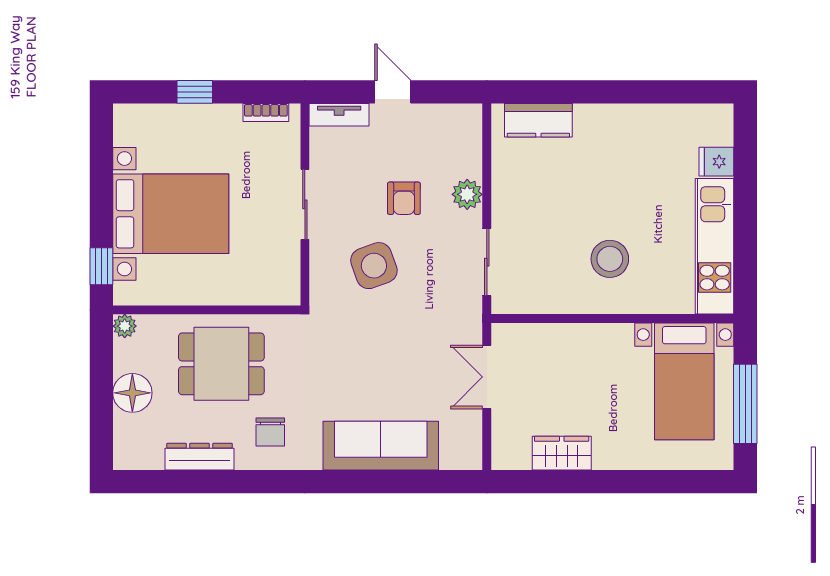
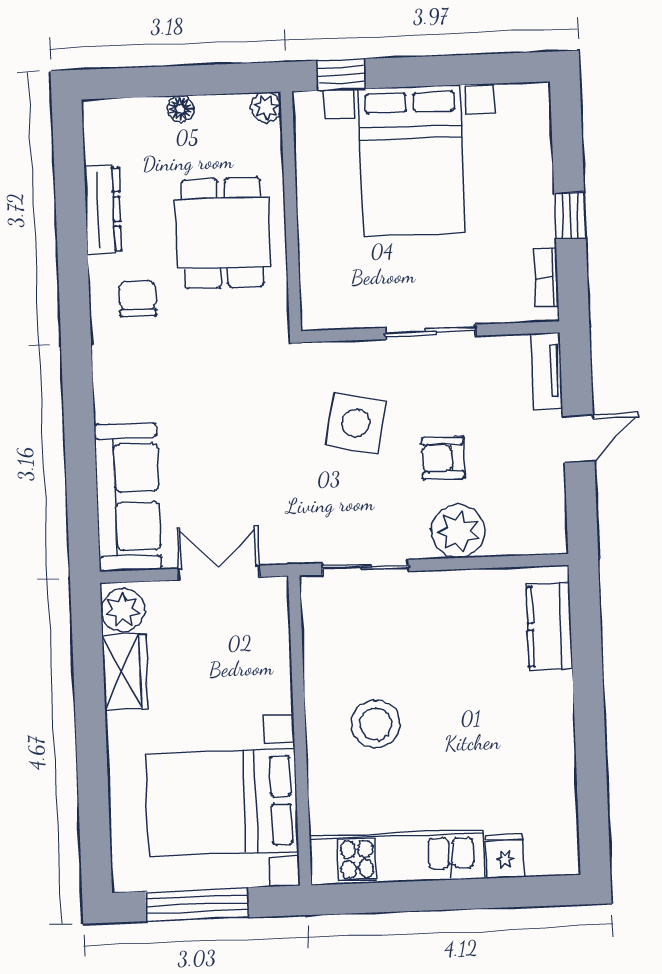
window: (195, 92) -> (570, 215), moved
plant: (467, 194) -> (458, 531), width x1.36, depth x1.36
side table: (374, 266) -> (356, 423), turned 31
bed with nightstands: (684, 381) -> (222, 803), width x1.36
floor lamp: (132, 393) -> (181, 109), width x0.53, depth x0.53
chair: (270, 432) -> (138, 299), turned 90
sofa: (381, 446) -> (128, 497), moved
plant: (513, 453) -> (123, 610), added

